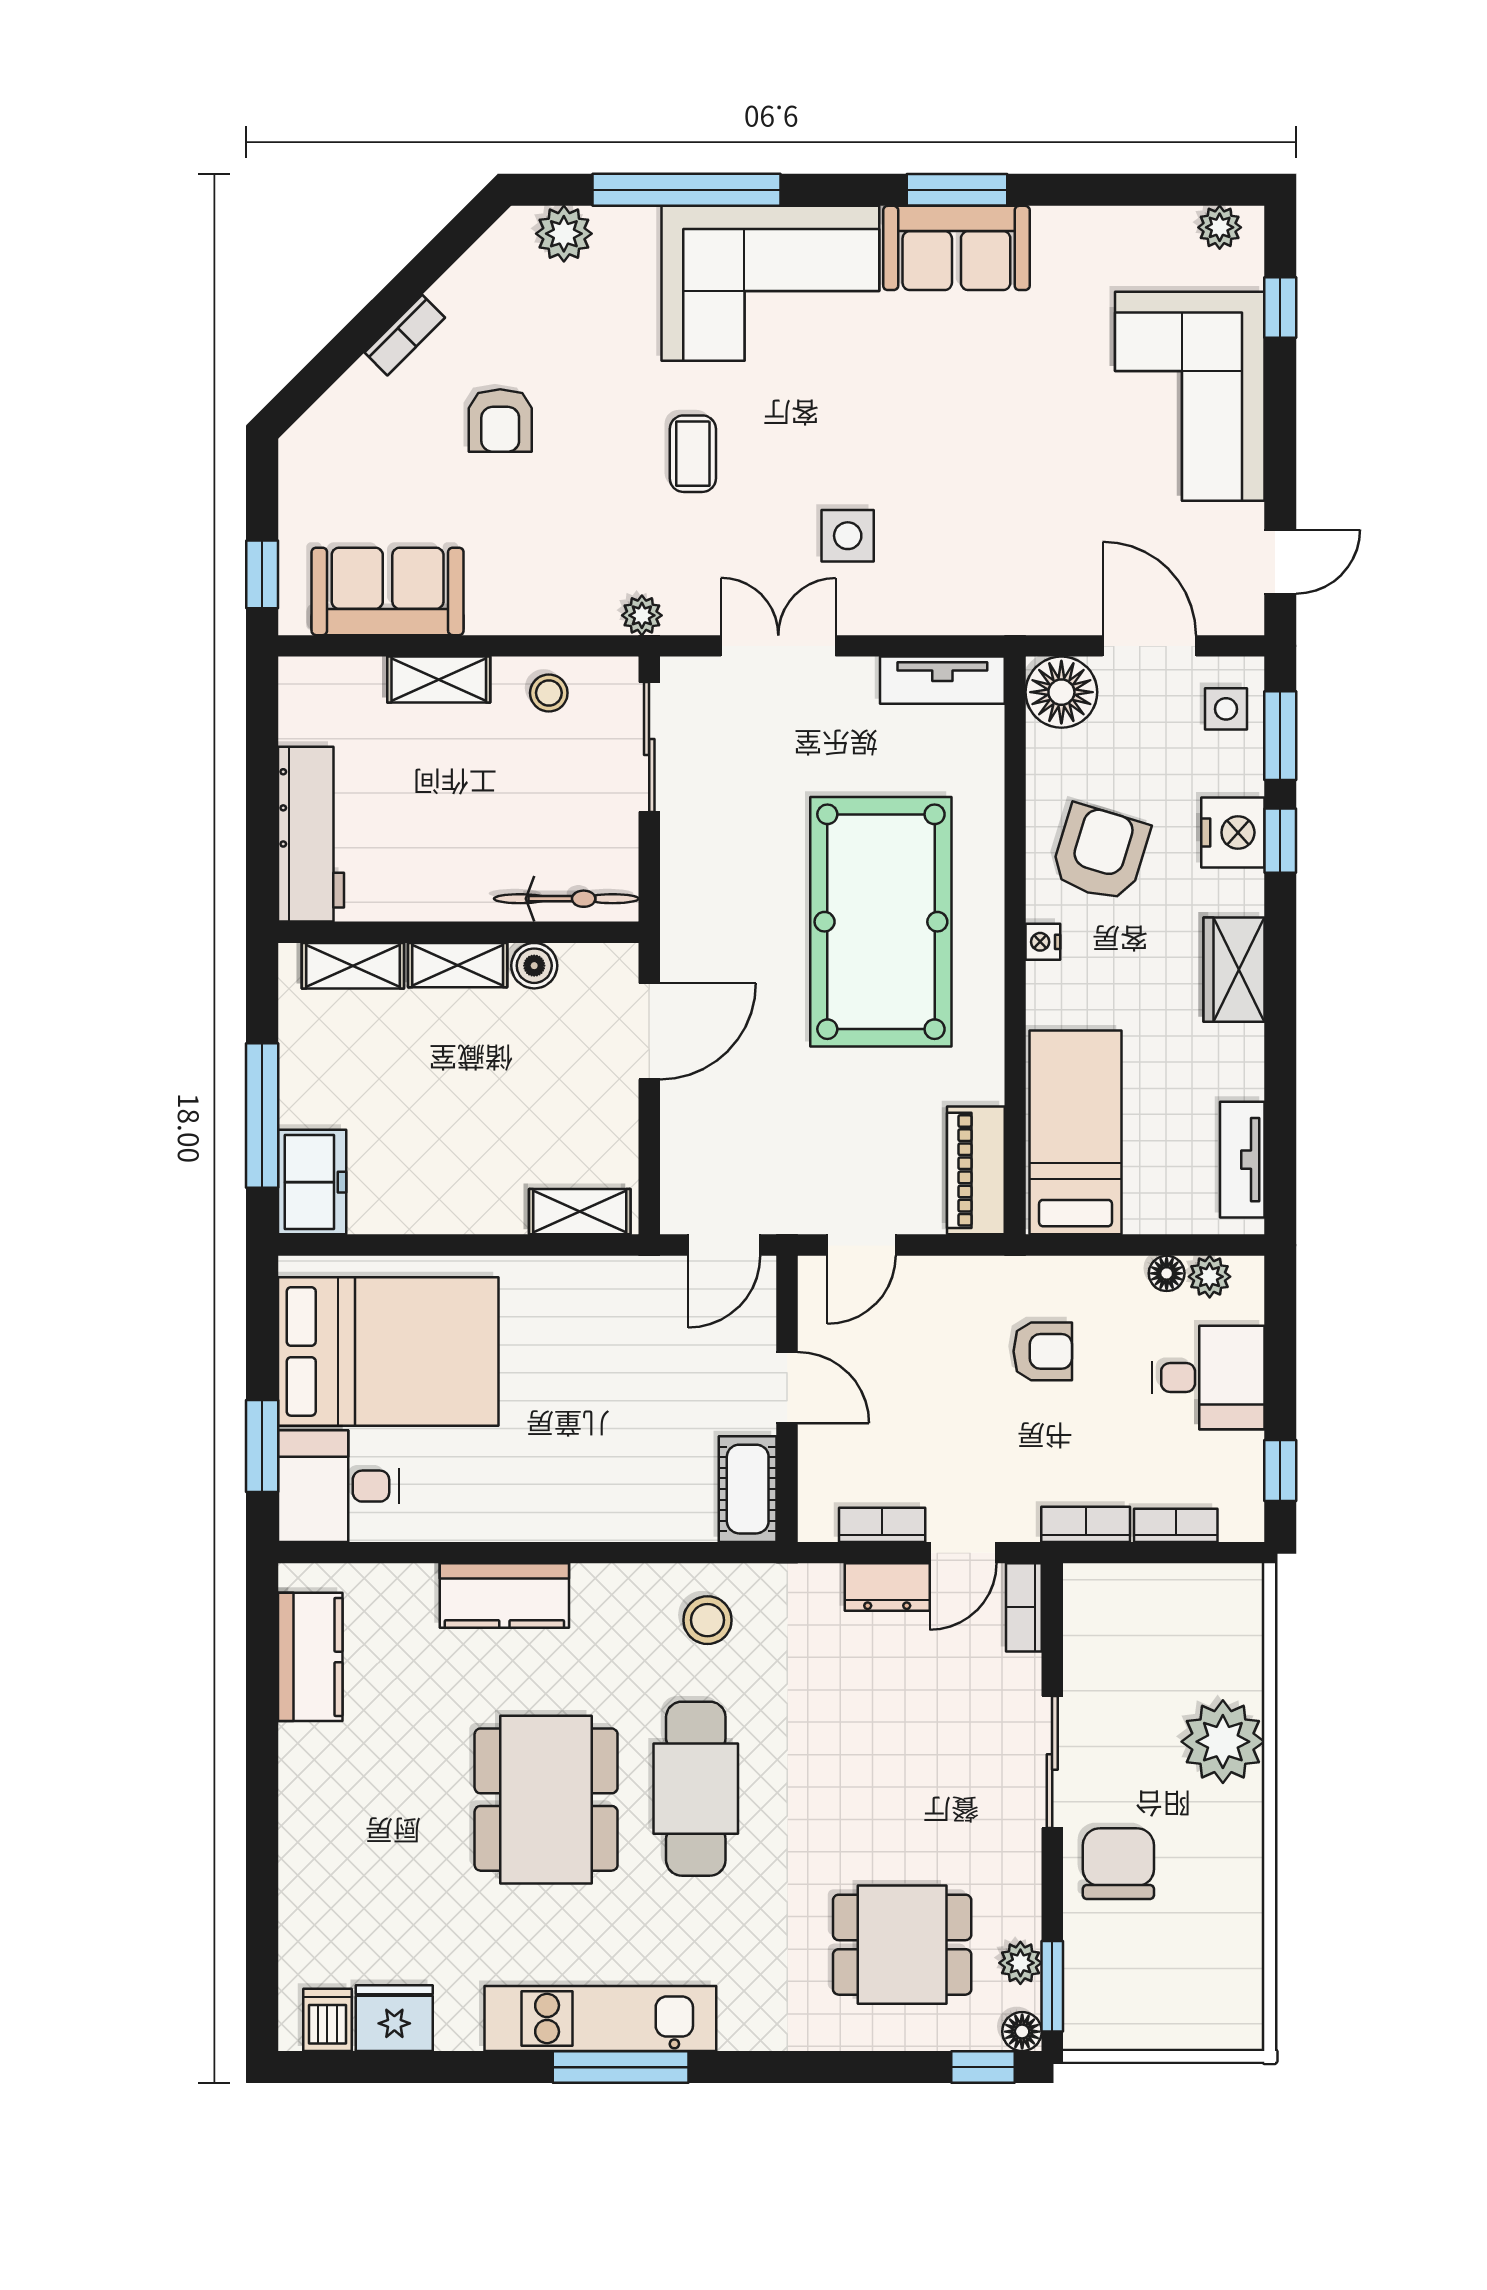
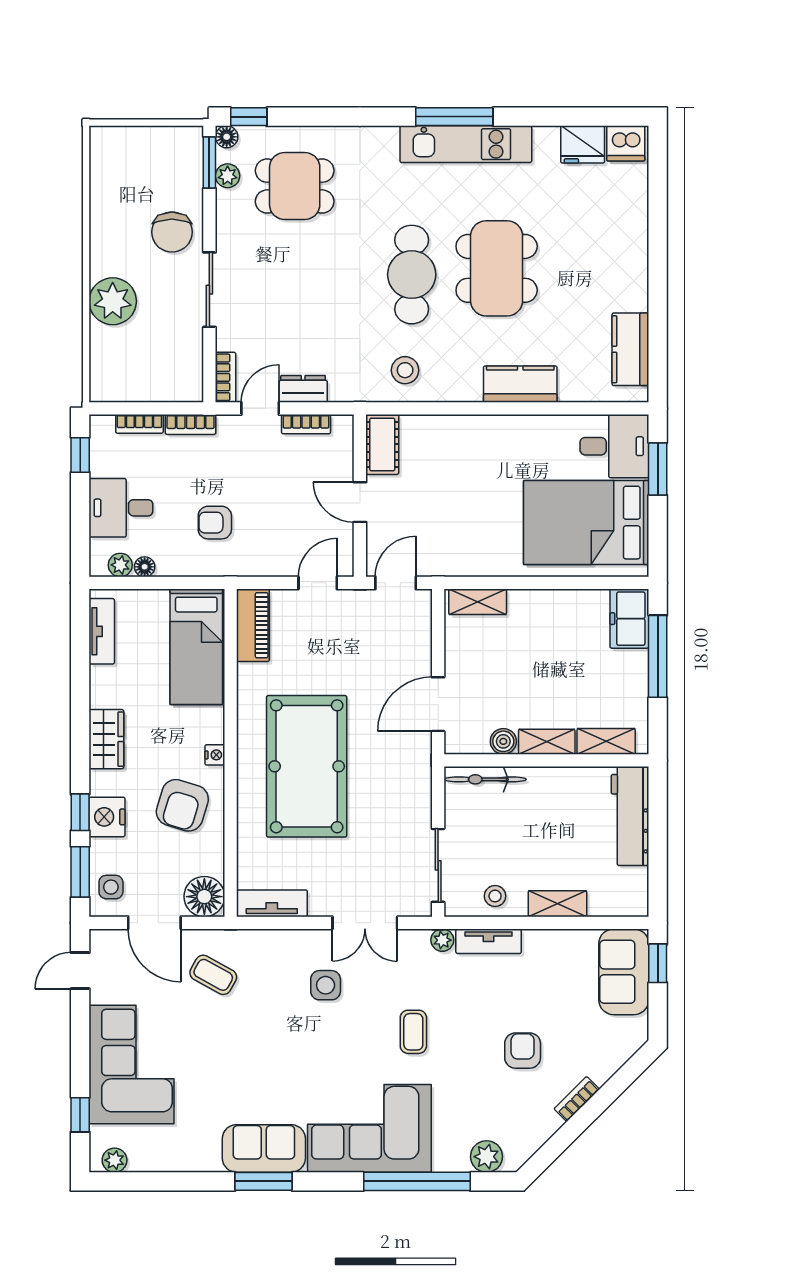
coffee table: (1046, 554) -> (213, 975), added
sofa: (388, 591) -> (624, 972), moved, turned 90
tv unit: (560, 613) -> (489, 941), added
dishwasher: (327, 2020) -> (626, 143), width x1.38

